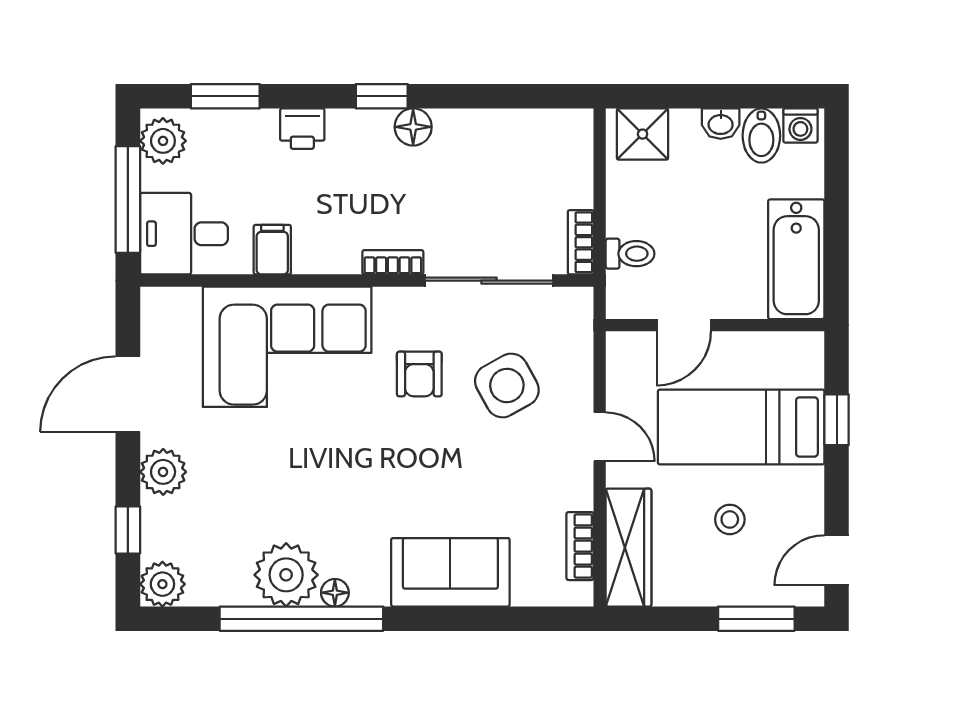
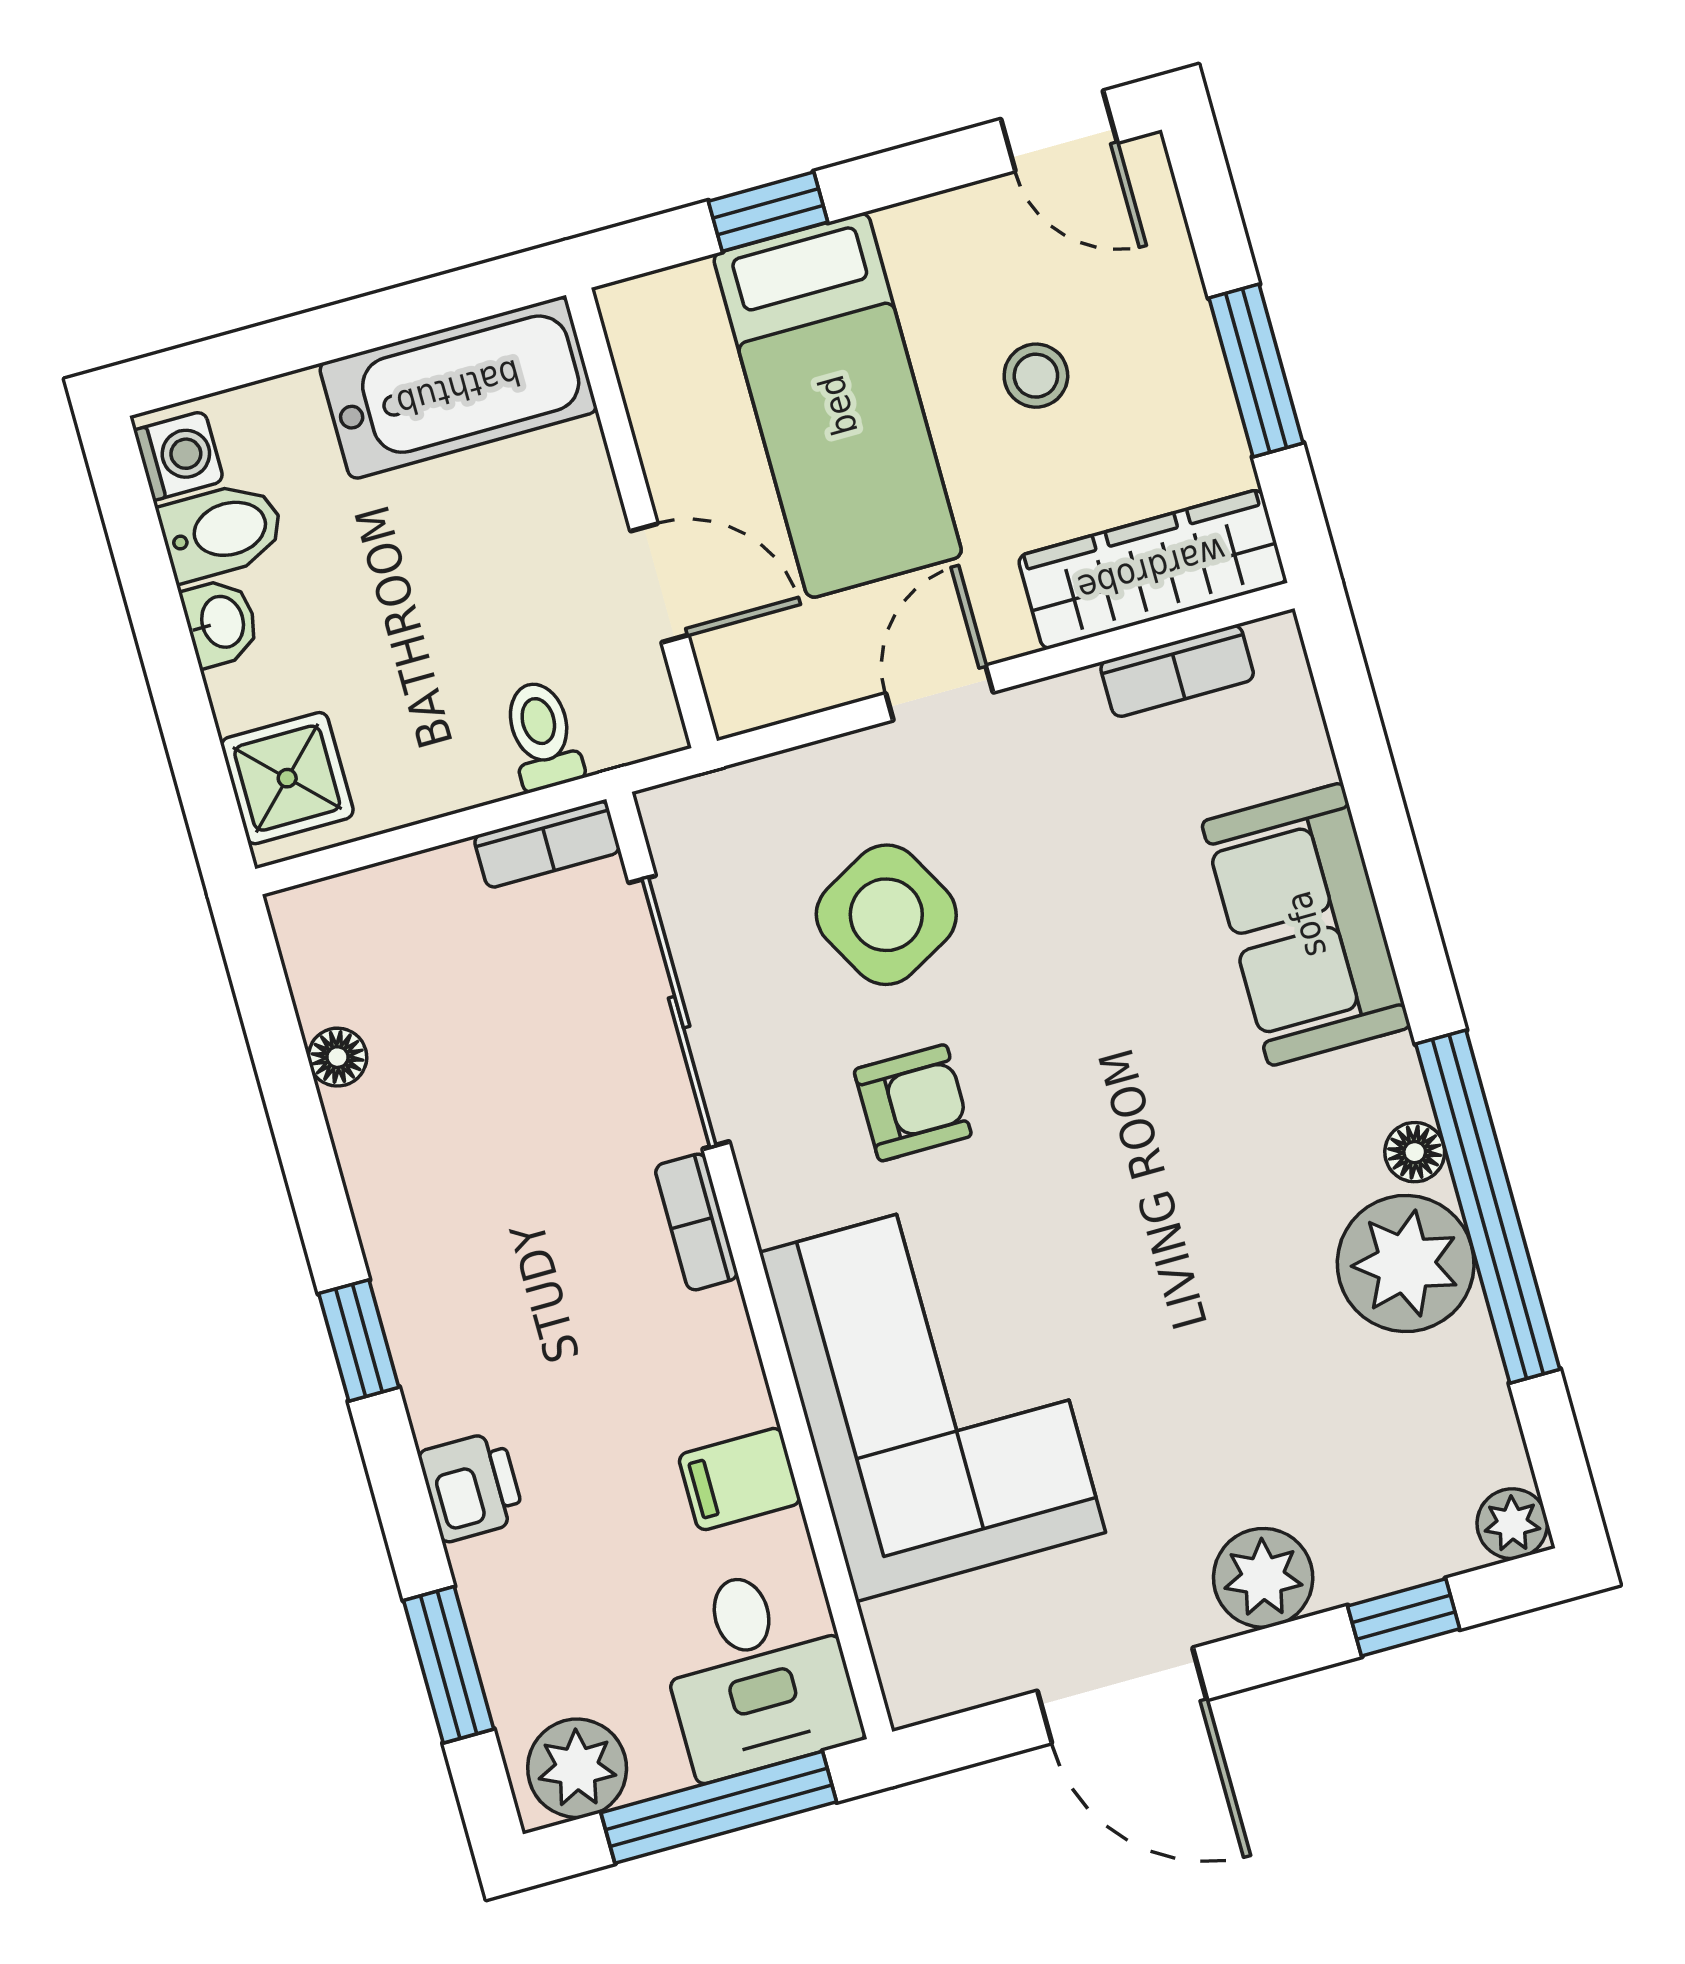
floor lamp: (413, 127) -> (338, 1057), moved, width x0.73, depth x0.73
plant: (162, 584) -> (1512, 1524), width x0.73, depth x0.73
window: (756, 619) -> (1256, 371), moved

